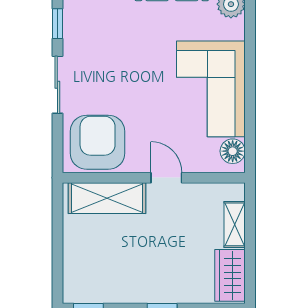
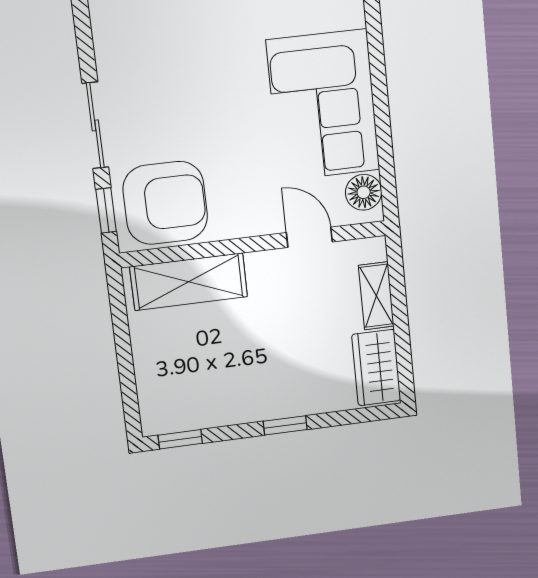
window: (57, 24) -> (106, 211), moved
armchair: (98, 142) -> (165, 203), turned 90
door: (166, 178) -> (309, 237), moved

